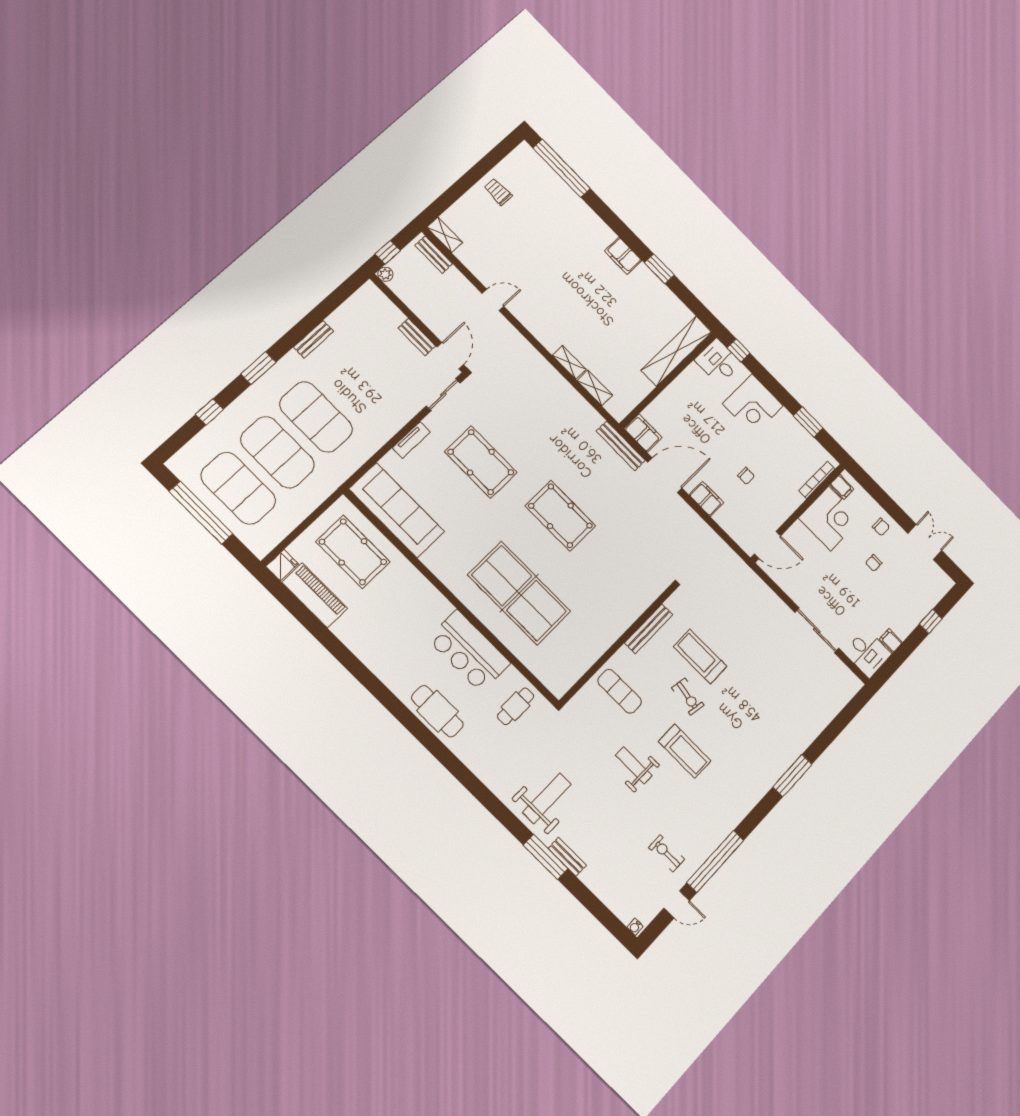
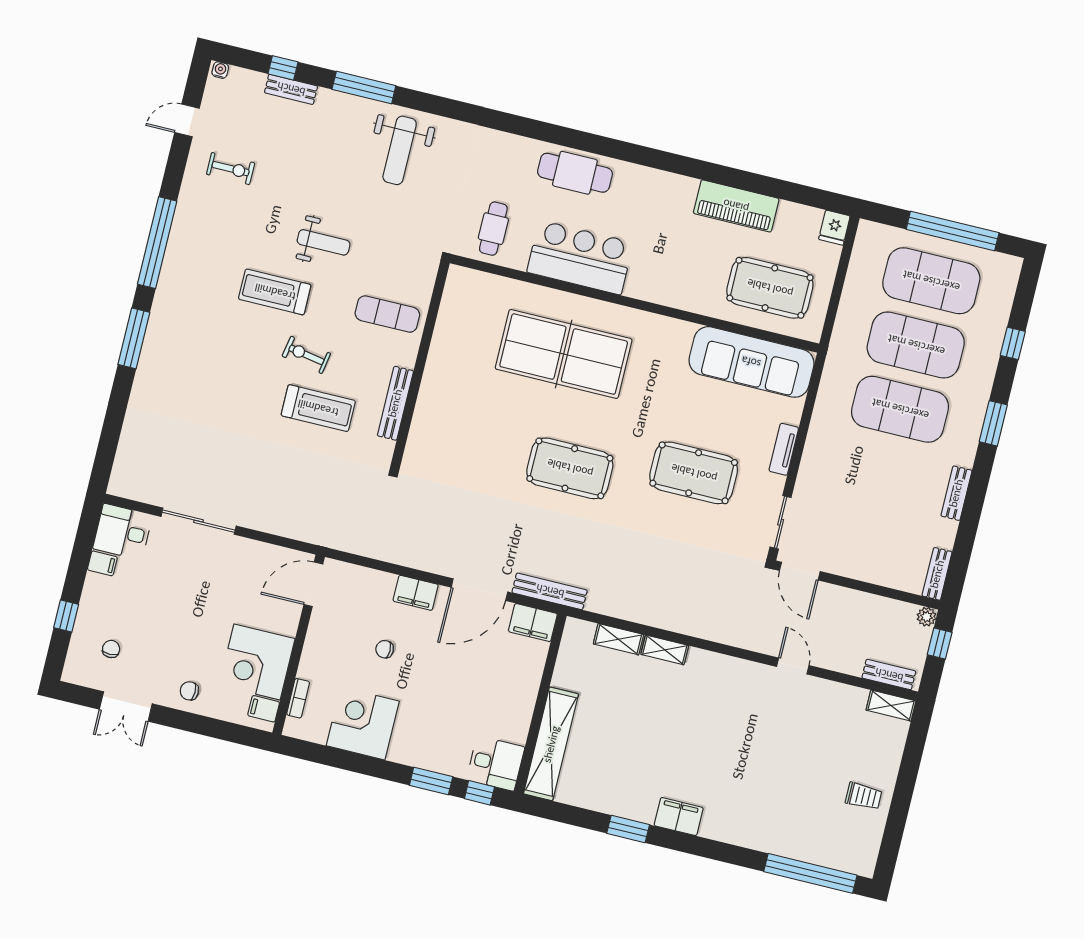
door: (493, 300) -> (793, 666), swing flipped
bench: (417, 337) -> (937, 574), moved, turned 90
corner desk: (753, 405) -> (363, 723), moved
window: (808, 422) -> (431, 781), moved
bookcase: (817, 480) -> (298, 698), width x0.64
chair: (874, 563) -> (111, 649), moved
piano: (315, 595) -> (736, 206), moved
bench: (567, 857) -> (291, 89), moved
window: (715, 861) -> (157, 243), moved
window: (592, 903) -> (283, 68), added

